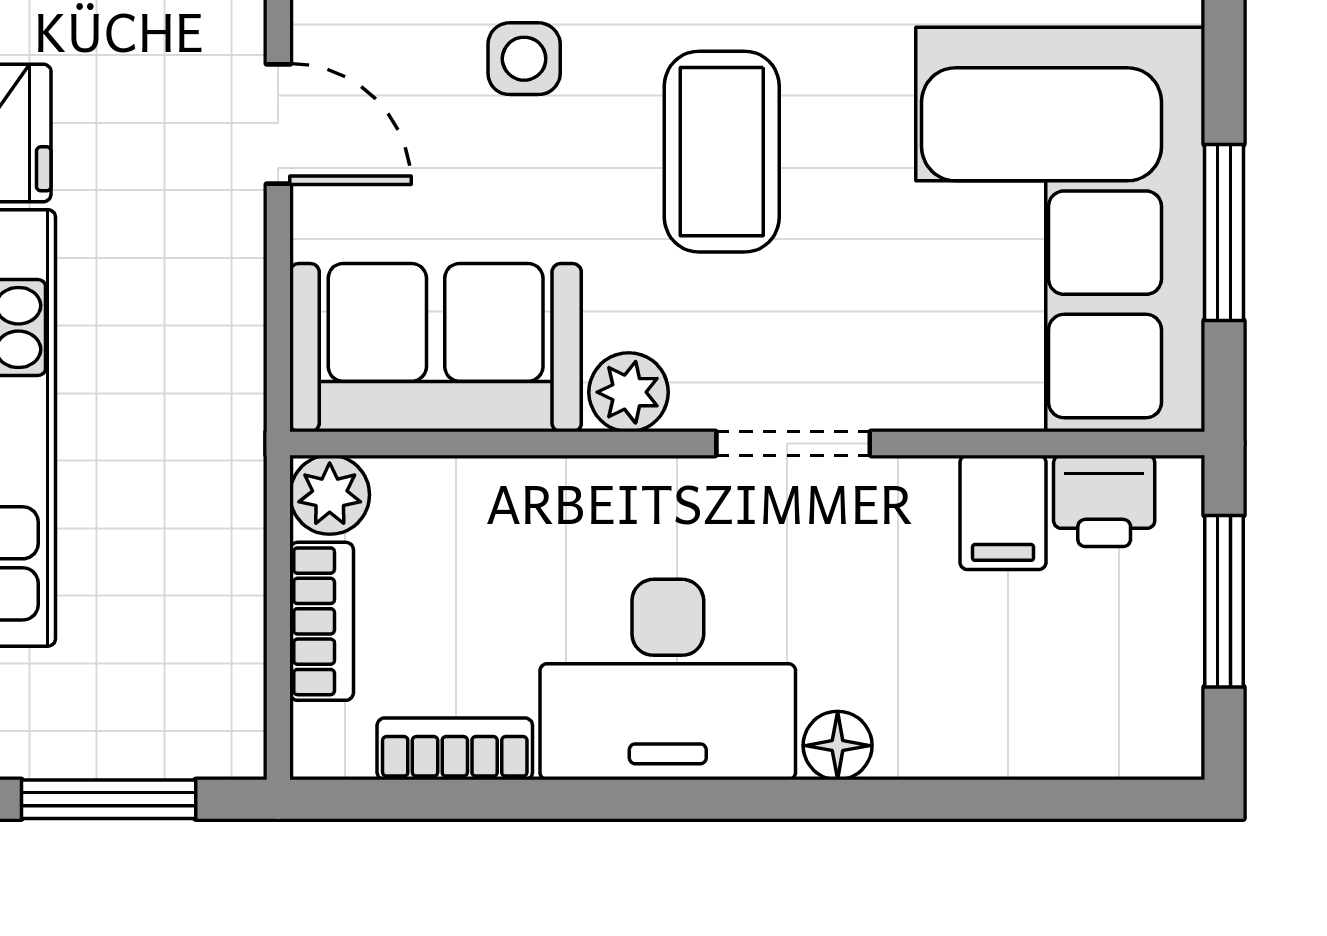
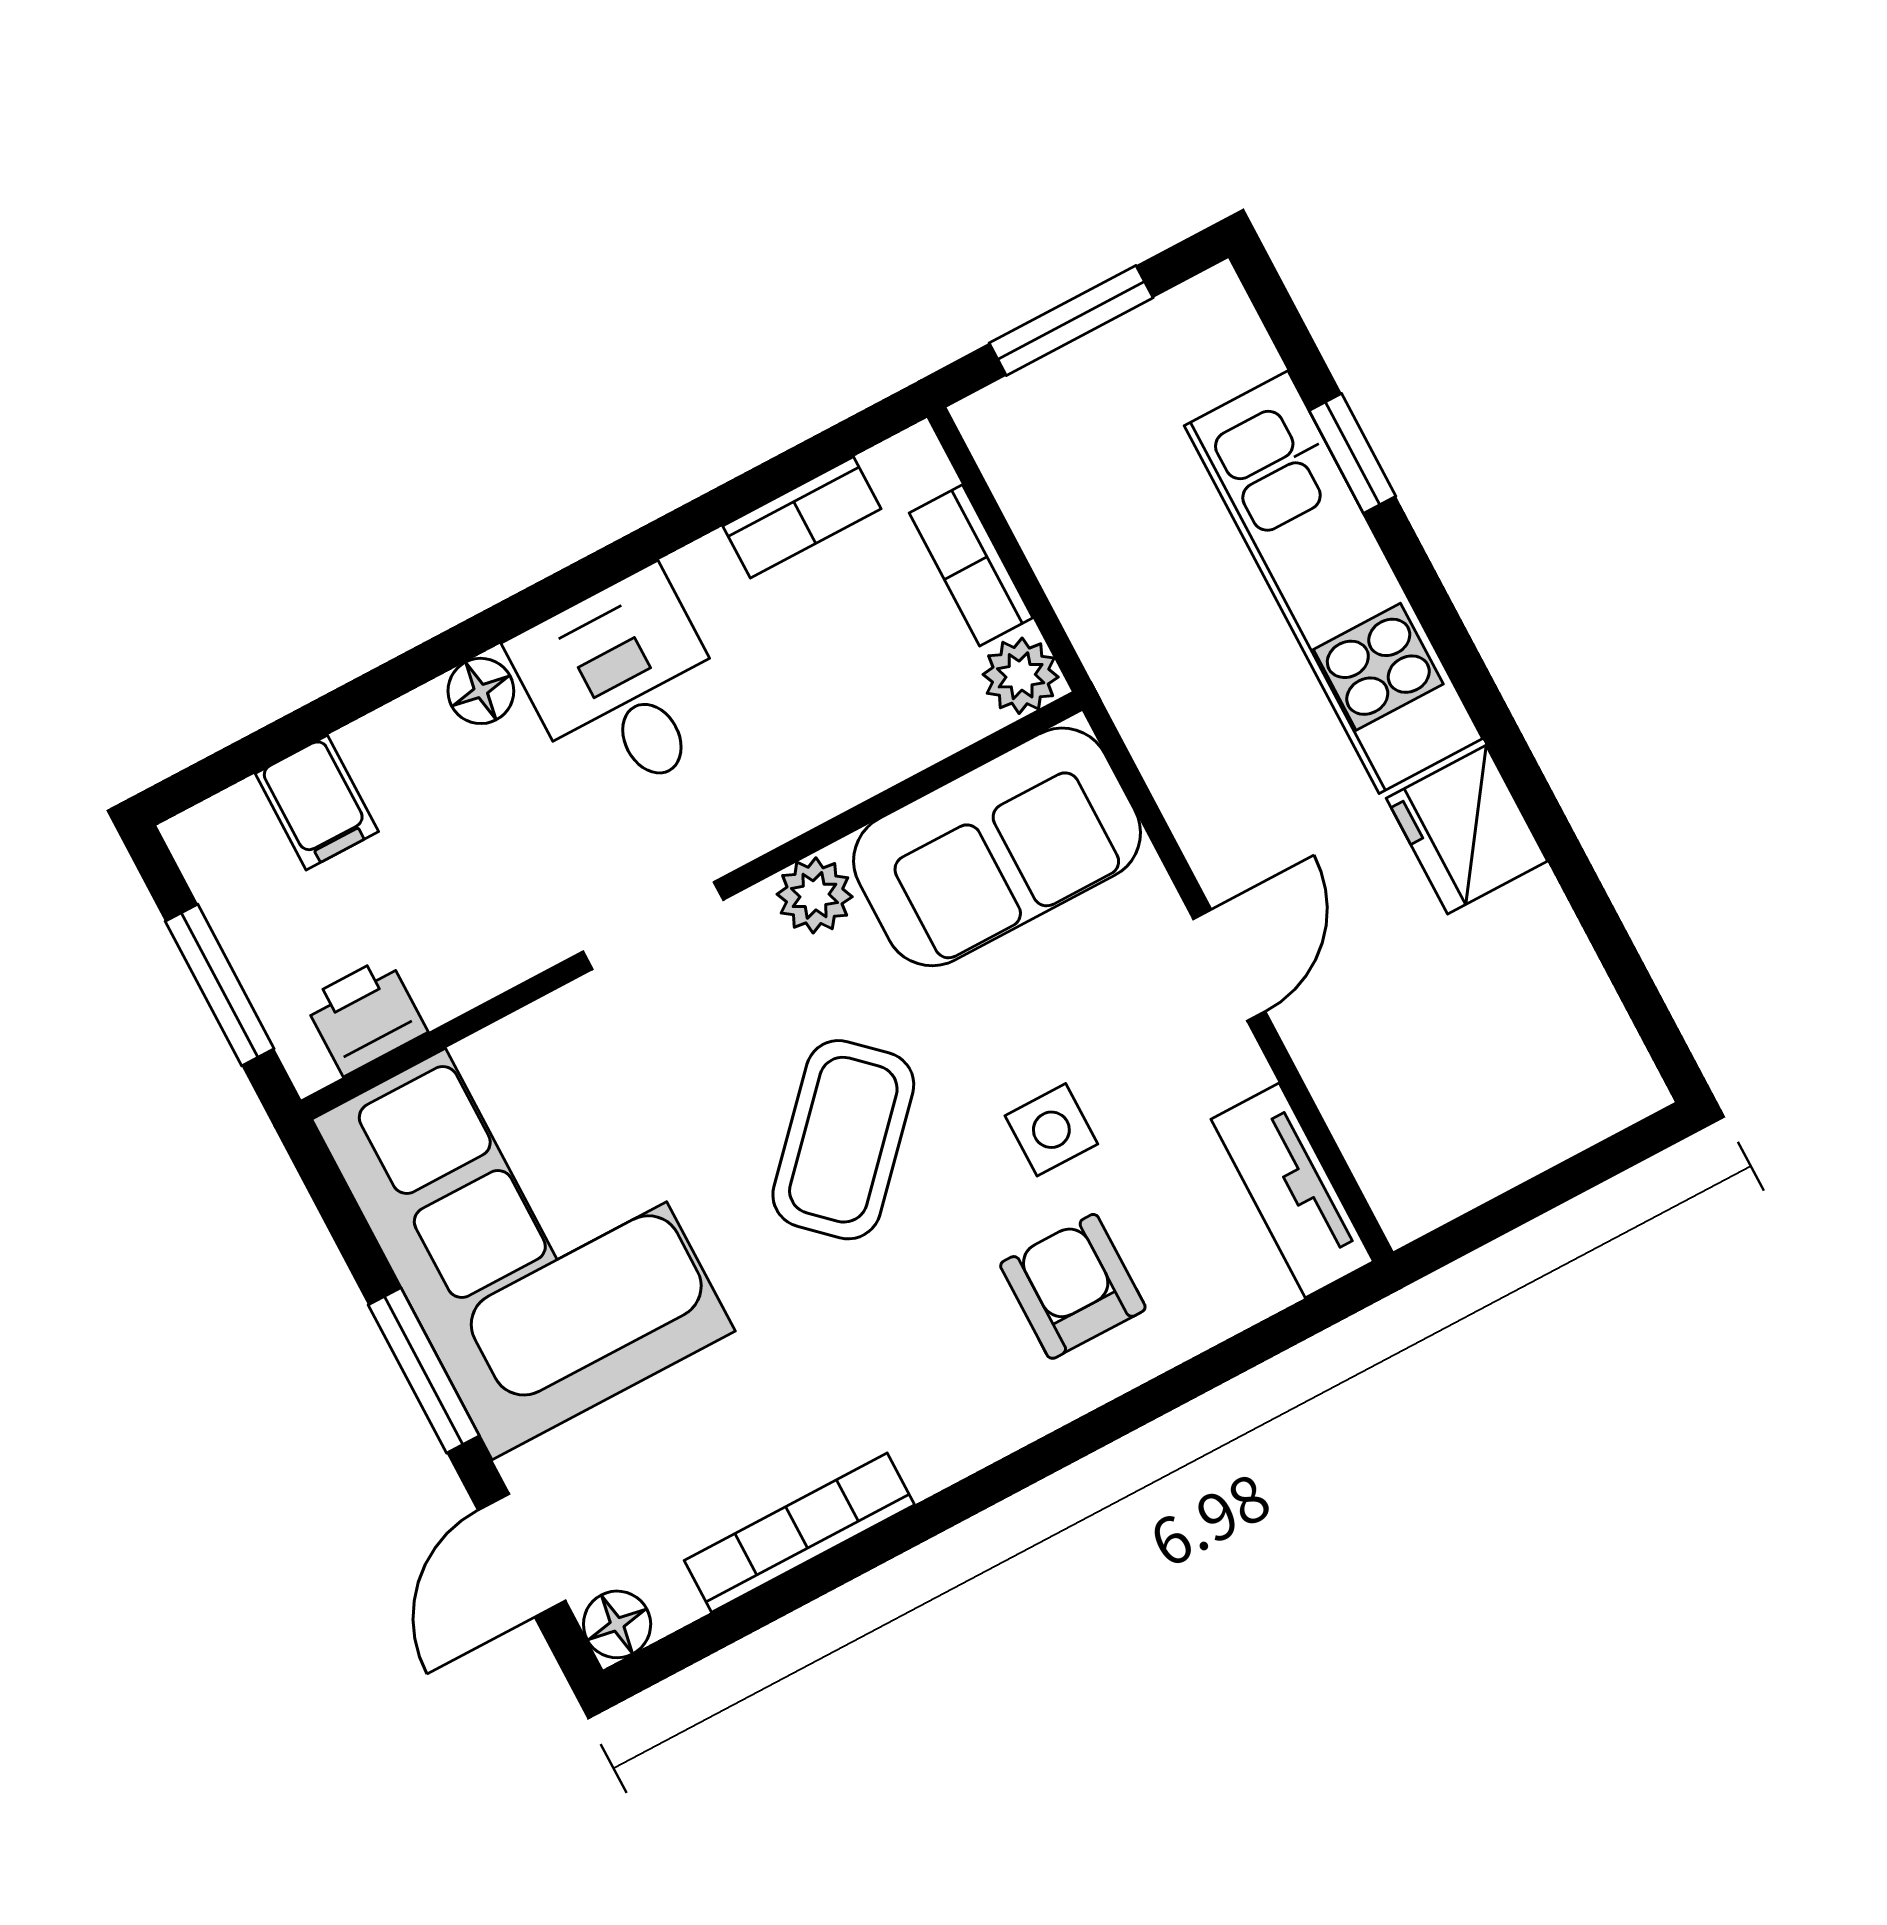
door: (278, 124) -> (1229, 965), swing flipped
coffee table: (722, 152) -> (843, 1140), turned 43
window: (1224, 233) -> (424, 1370), moved
filing cabinet: (1003, 512) -> (317, 803), moved, turned 180
desk: (668, 680) -> (624, 686), width x0.73

